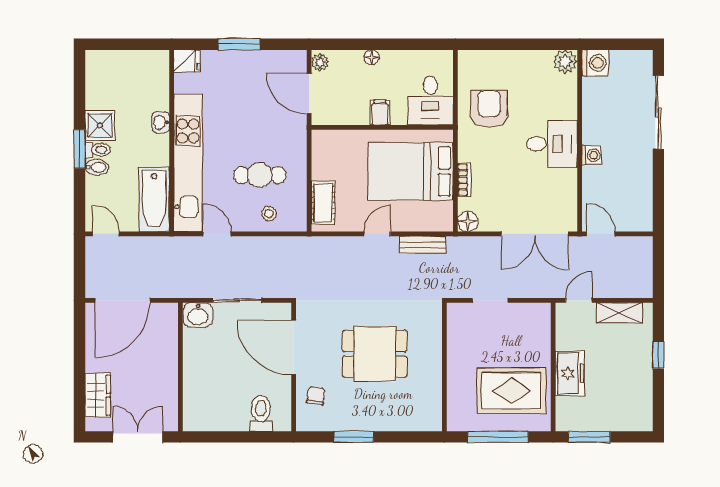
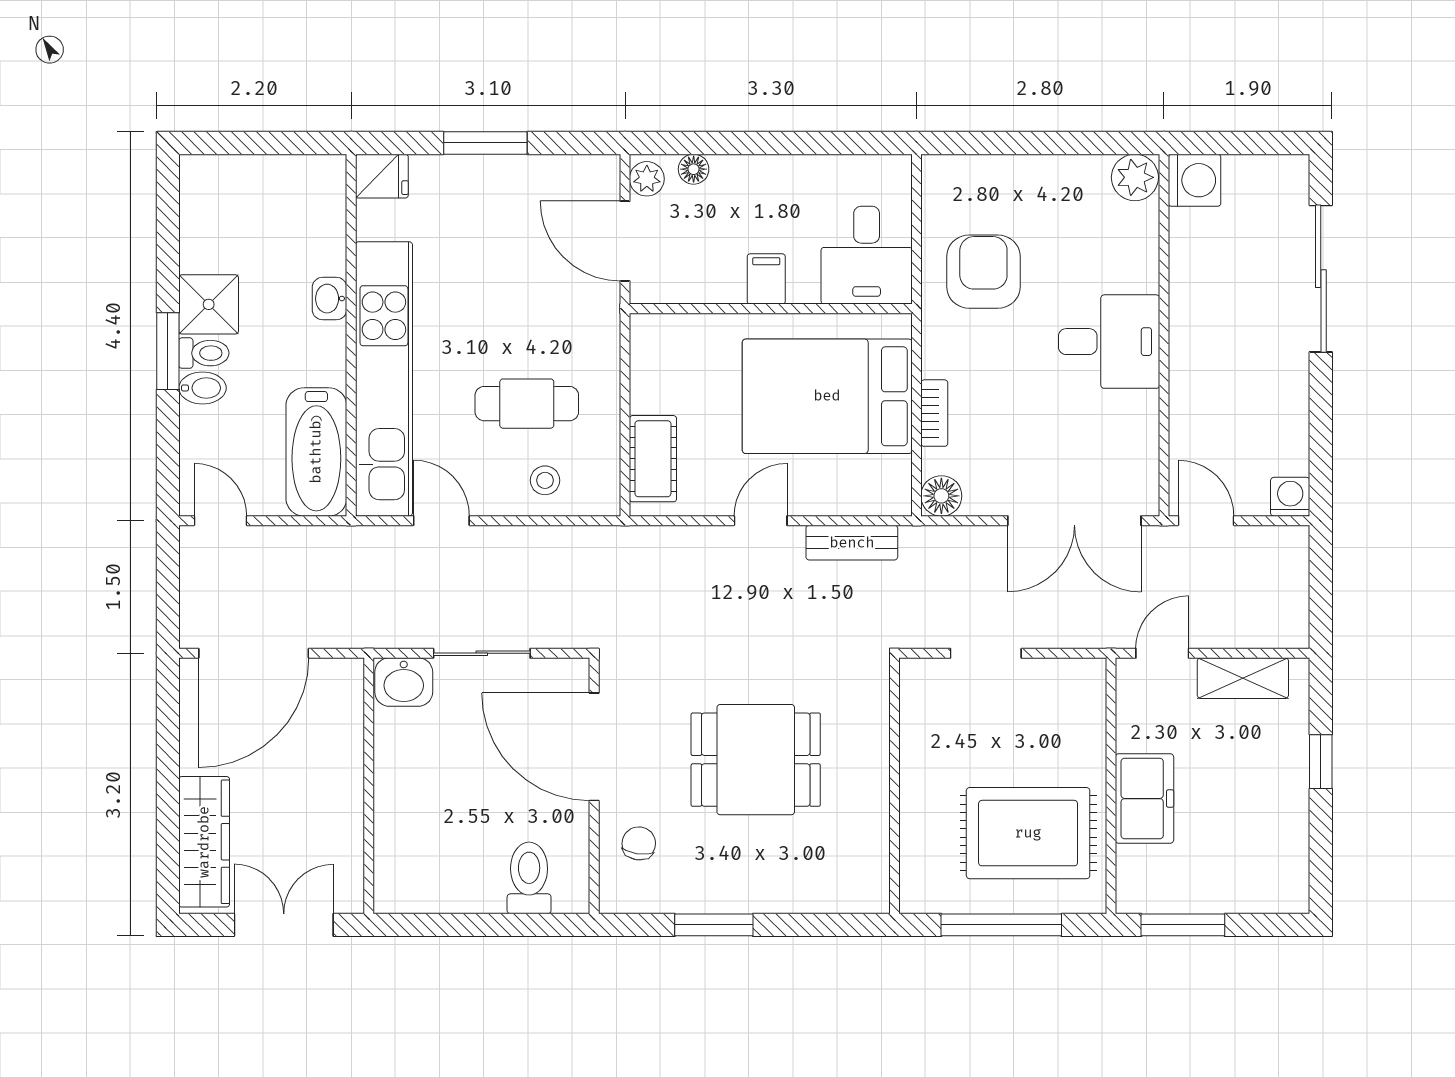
floor lamp: (372, 57) -> (694, 169), moved
washing machine: (592, 155) -> (1290, 497), moved, turned -90
wardrobe: (98, 395) -> (204, 842), width x1.50

